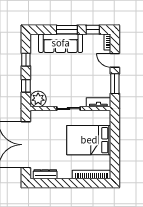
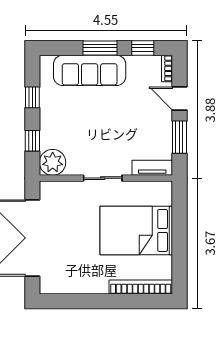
dresser: (45, 174) -> (64, 287), removed

